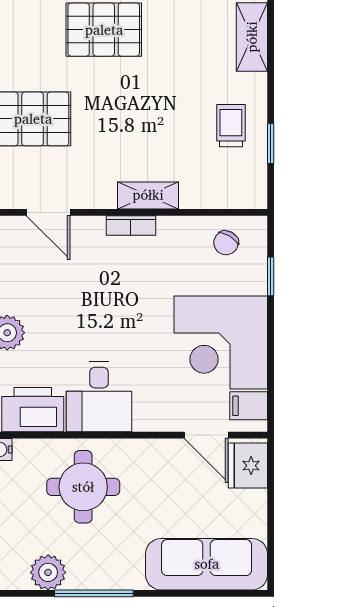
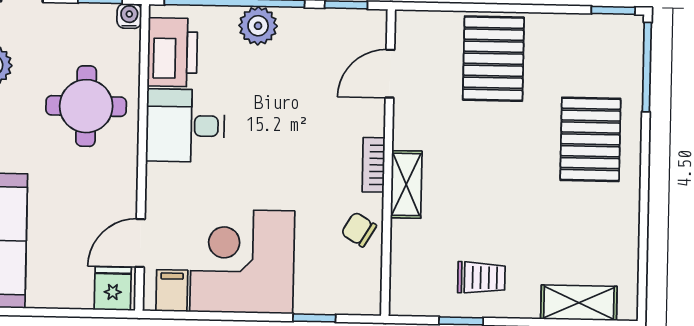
chair: (226, 243) -> (359, 230), moved
fridge: (248, 466) -> (113, 289), width x0.72

